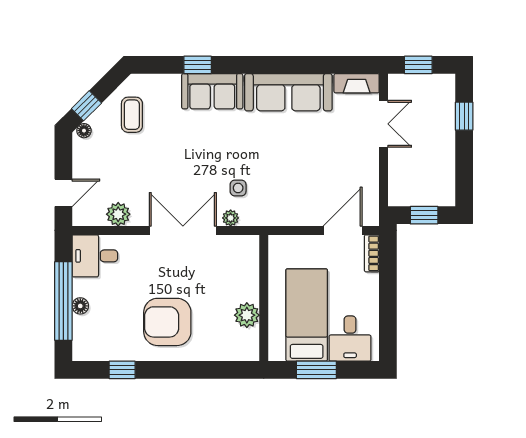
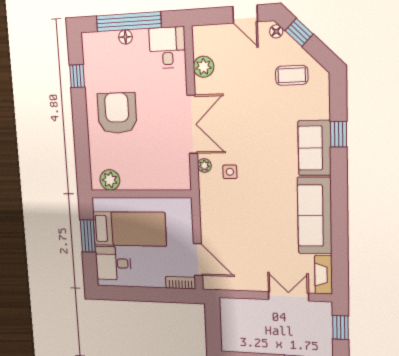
double door: (384, 124) -> (288, 296), swing flipped
door: (63, 193) -> (245, 14), moved
window: (424, 215) -> (213, 326), removed
plant: (247, 315) -> (110, 180), moved

